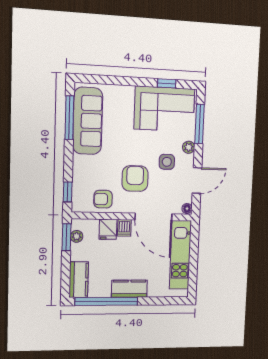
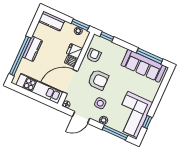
door: (197, 180) -> (81, 117), hinge flipped
window: (106, 301) -> (20, 56), moved

